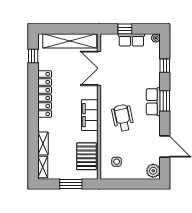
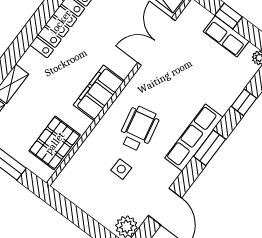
row of seats: (153, 102) -> (194, 138), width x1.48
side table: (117, 162) -> (121, 169), moved

